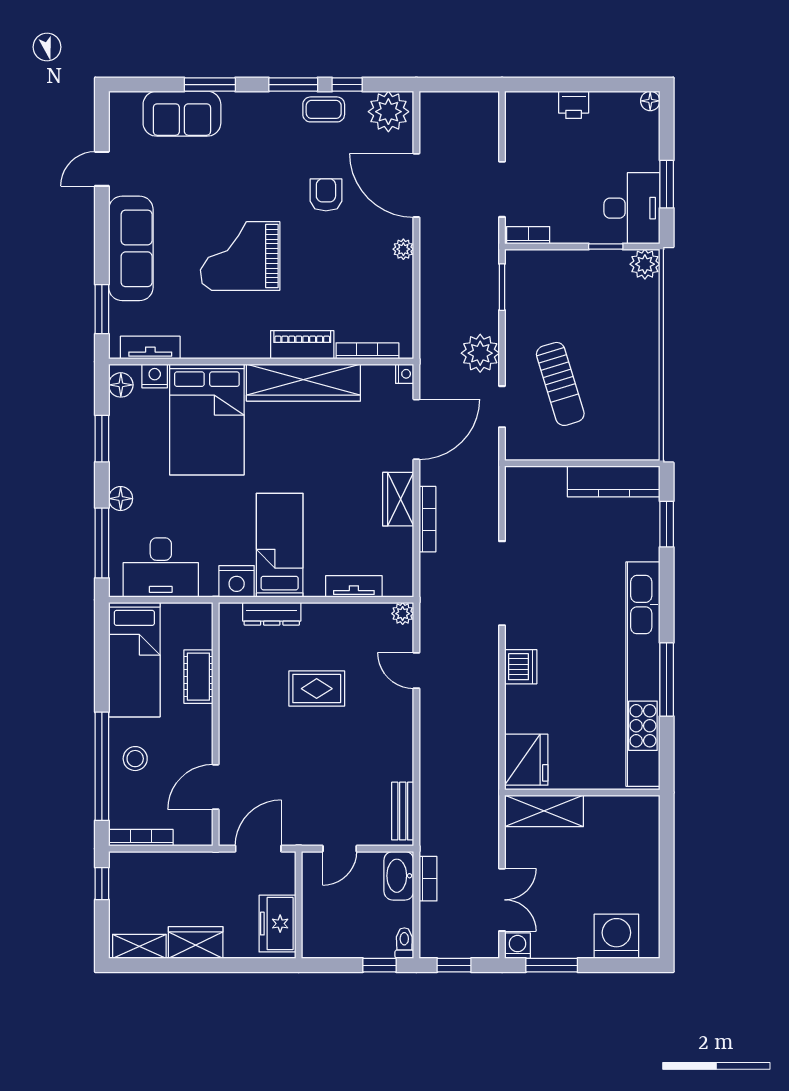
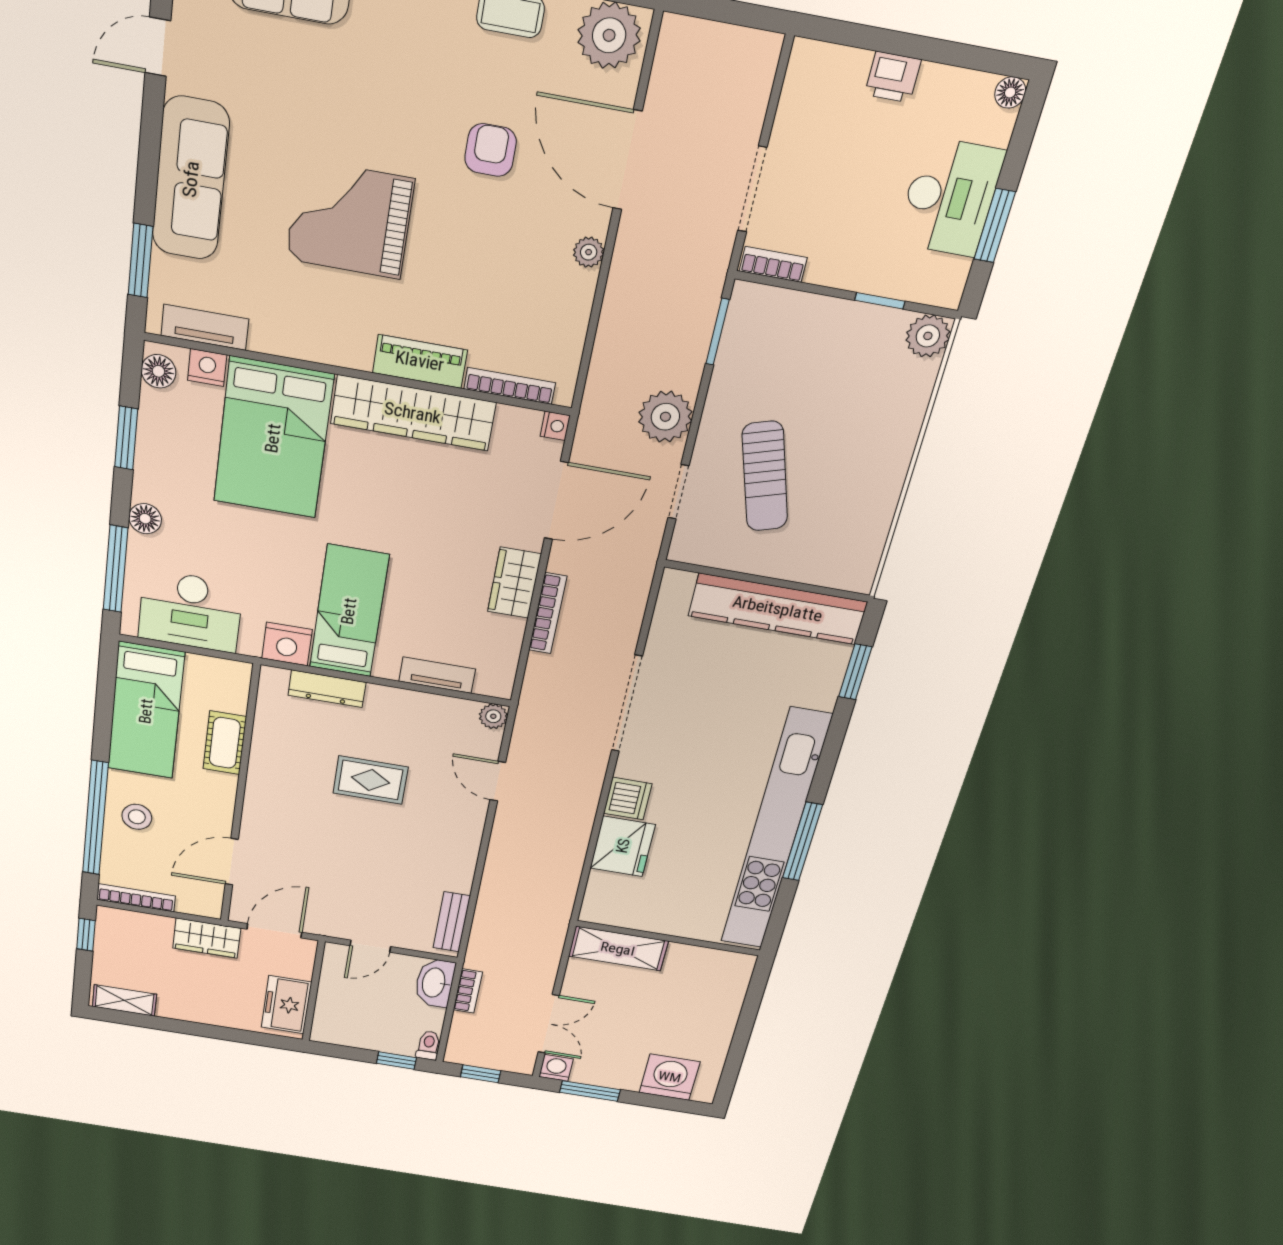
desk: (632, 208) -> (950, 197), moved
kitchen counter: (614, 481) -> (778, 609), width x1.39, depth x1.17
fridge: (526, 760) -> (623, 846), moved
wardrobe: (196, 943) -> (207, 938), moved, turned 180

